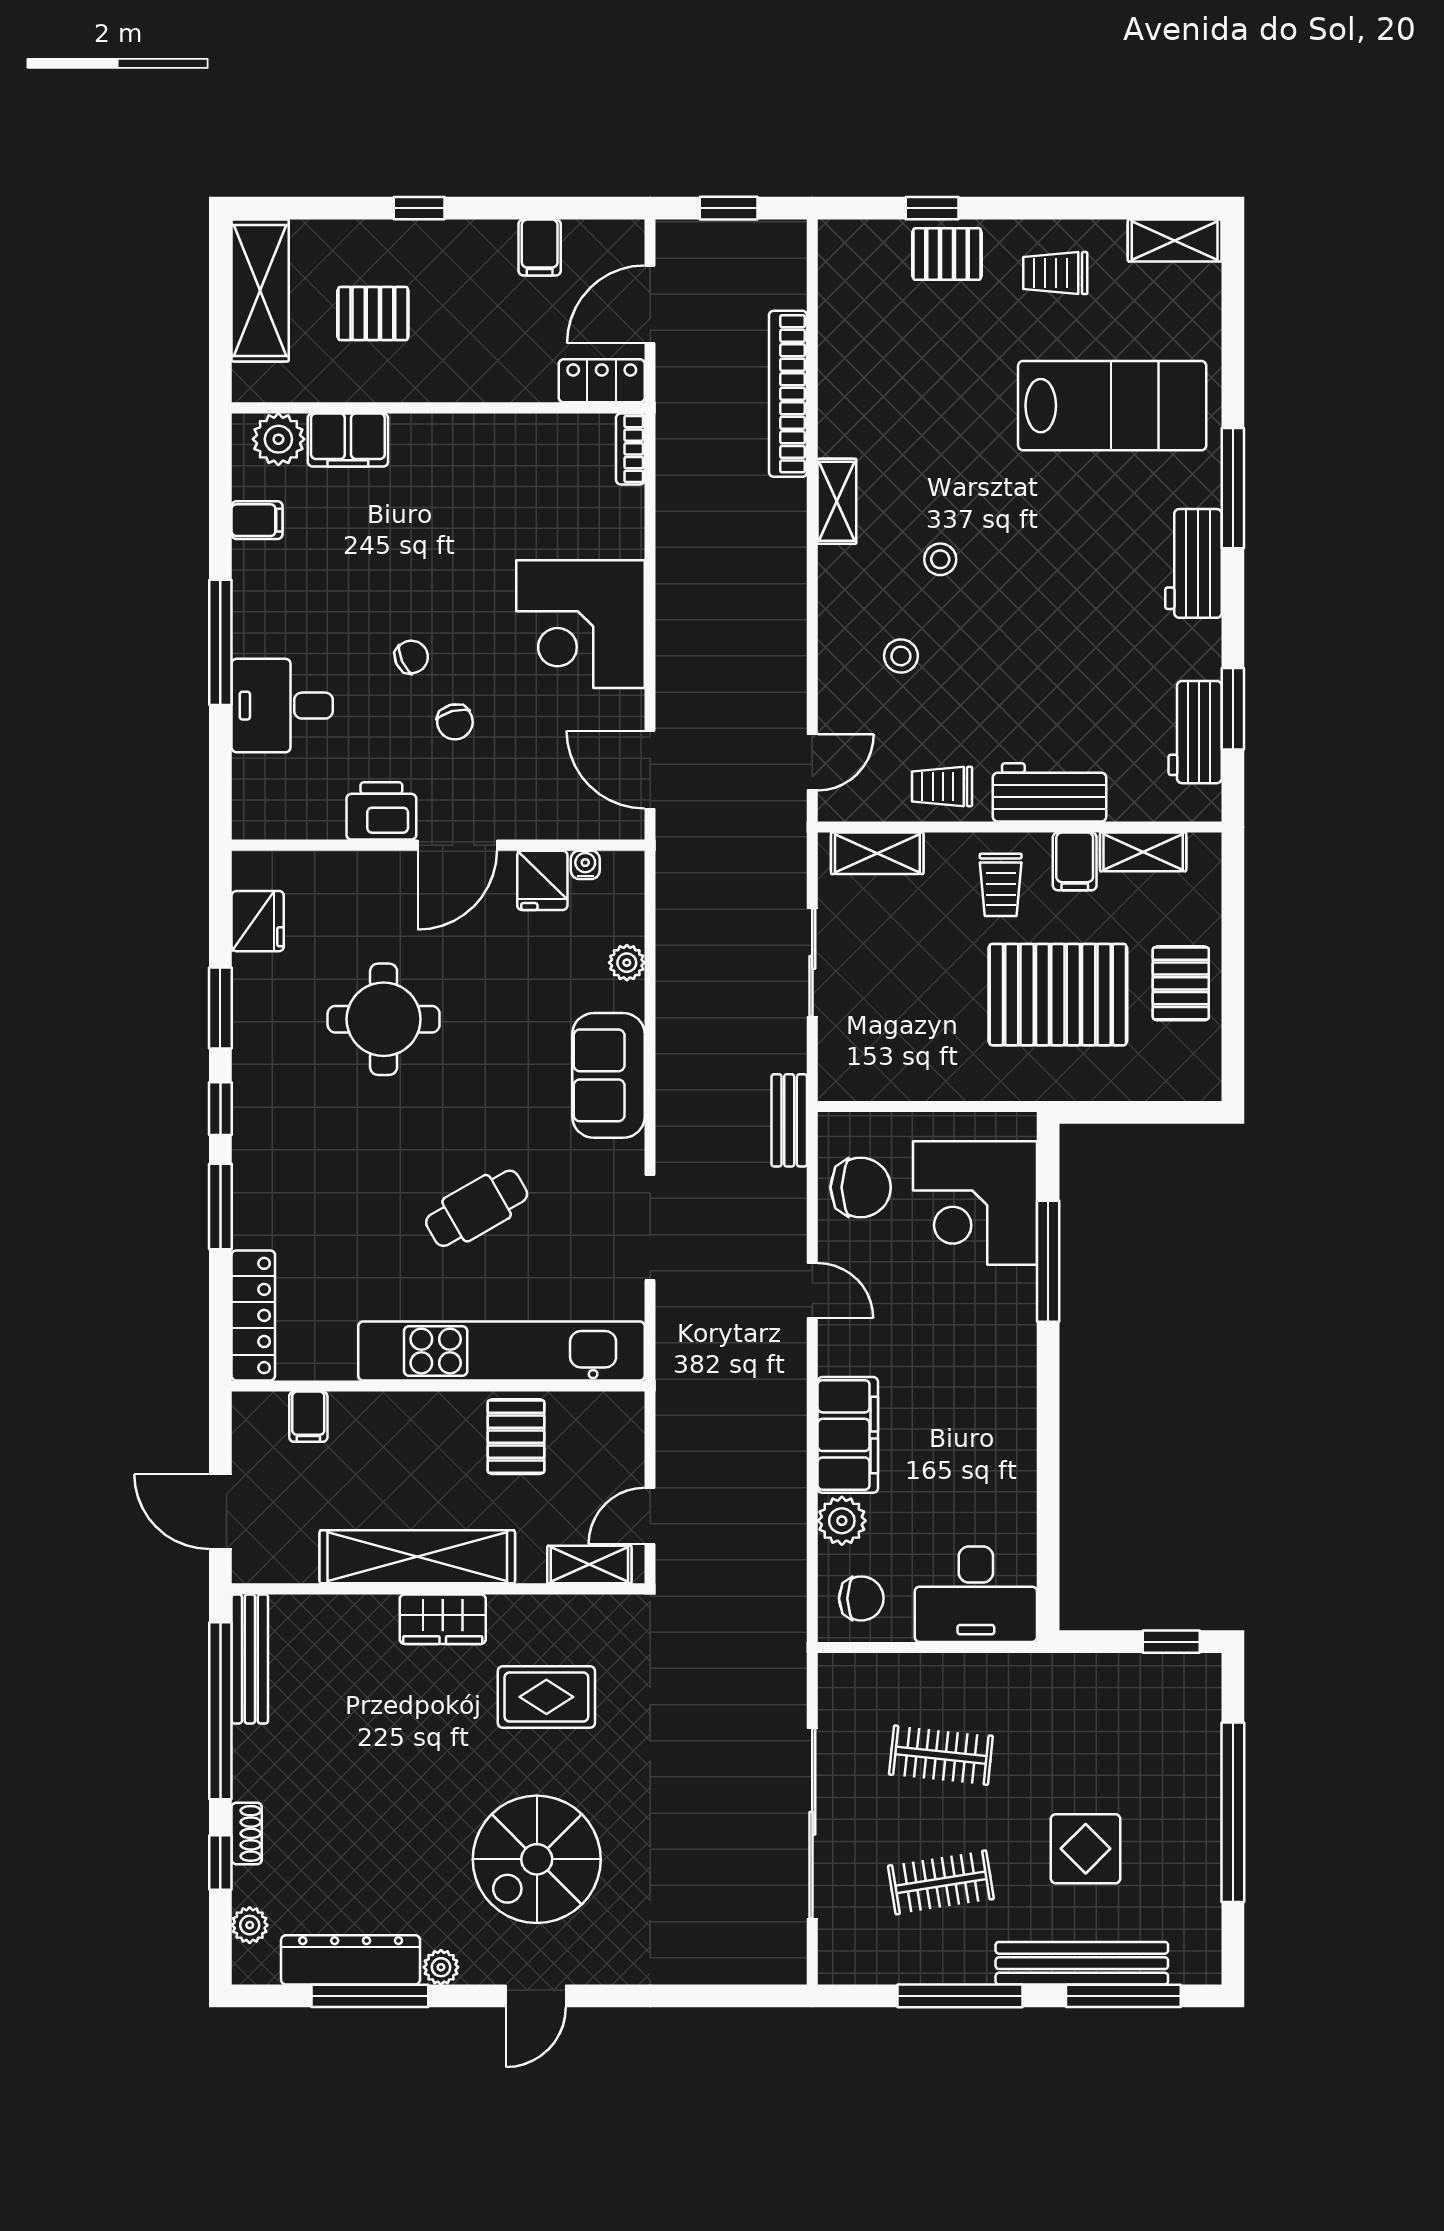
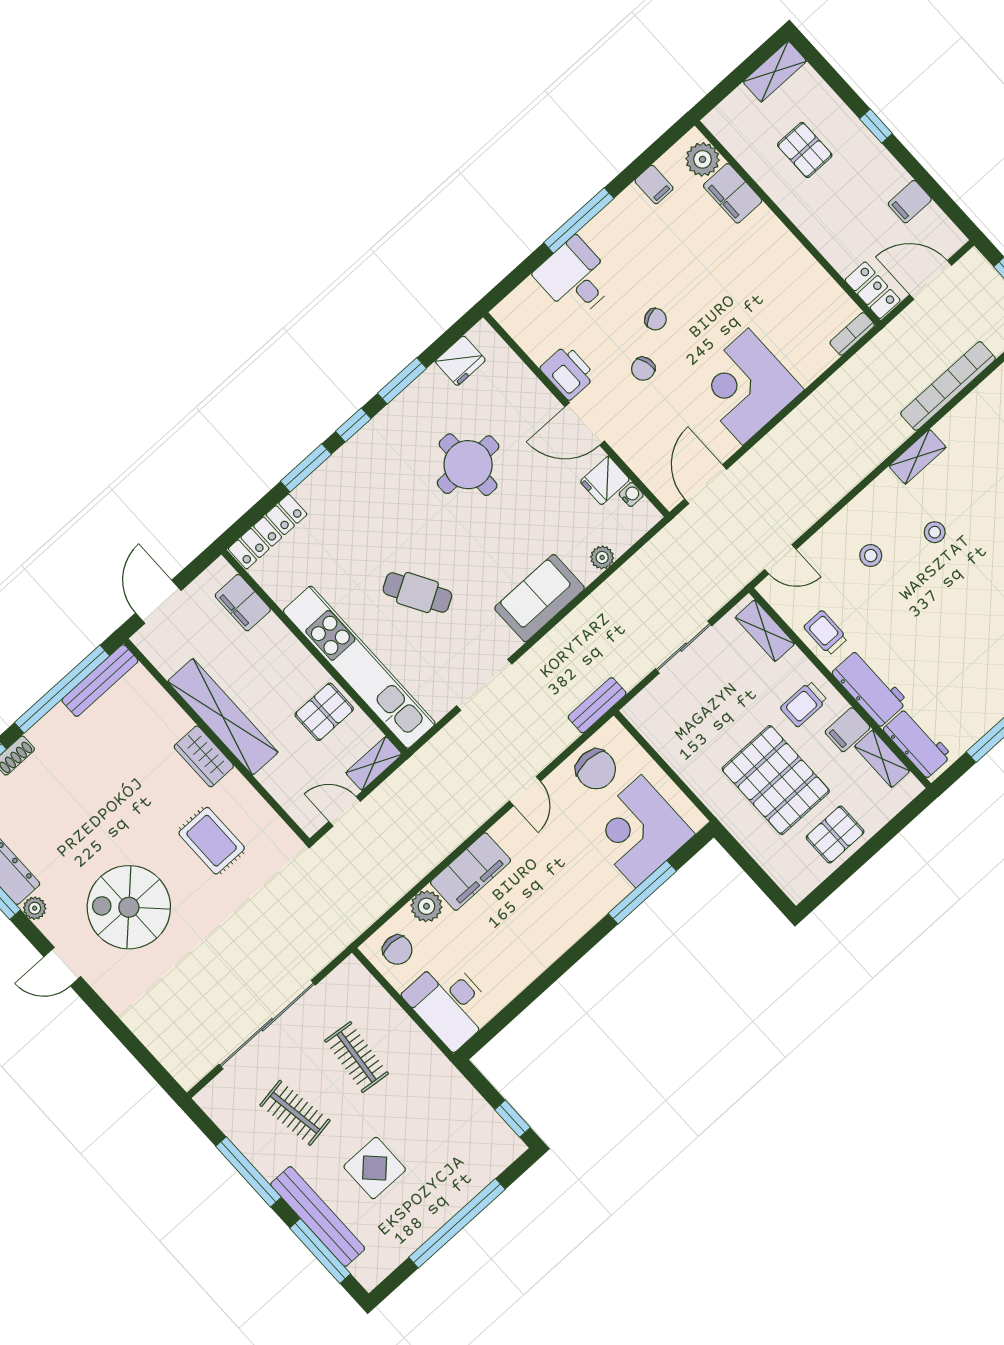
shelving: (260, 291) -> (775, 72), width x0.67, depth x0.75
workbench: (1195, 732) -> (917, 742), moved, turned 90
filing cabinet: (308, 1417) -> (243, 603), width x2.00
shelving: (589, 1565) -> (374, 763), moved, turned 90

